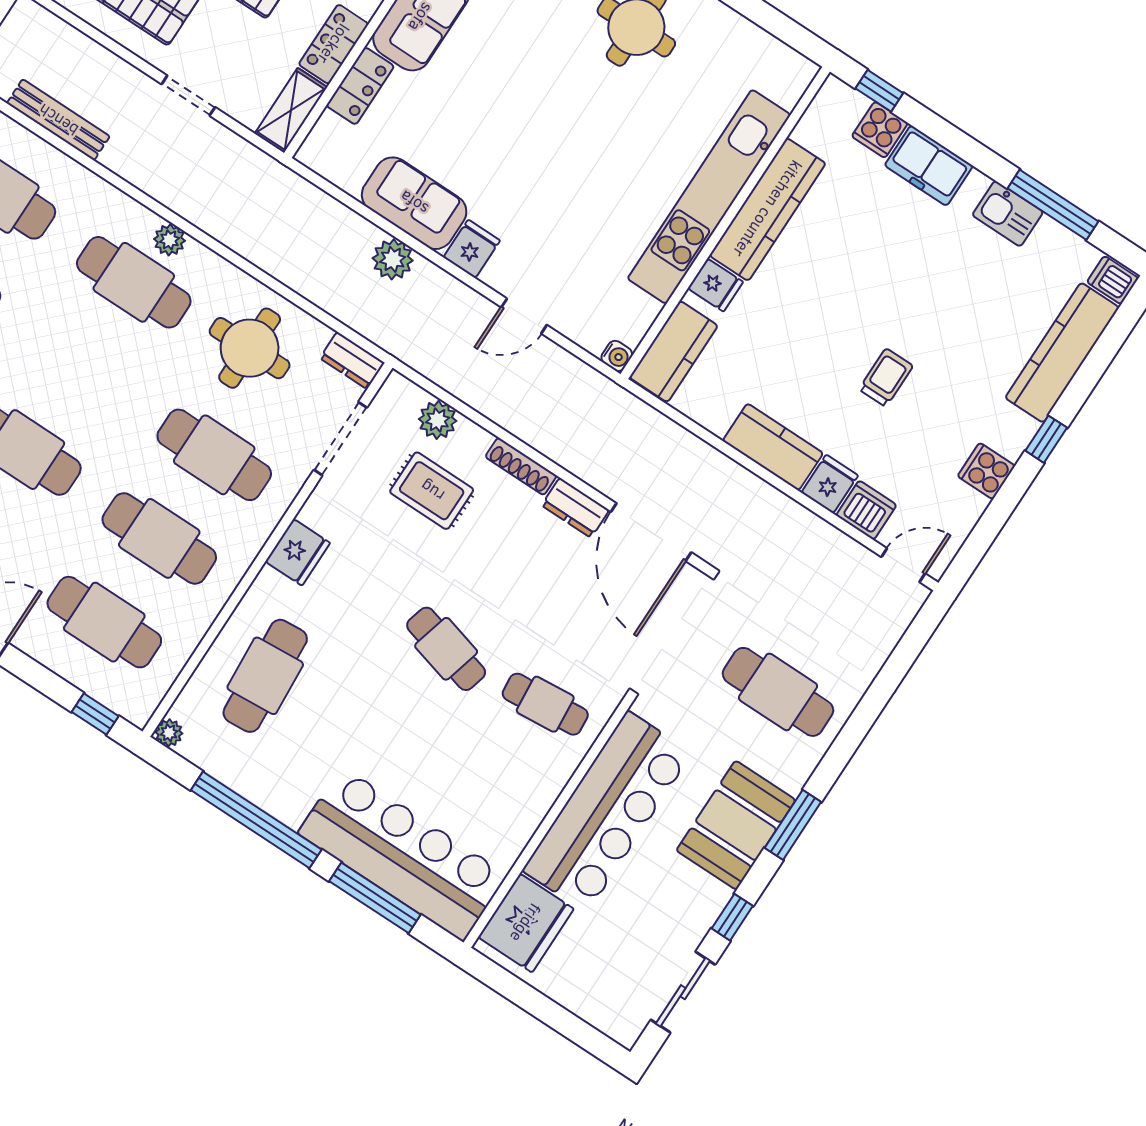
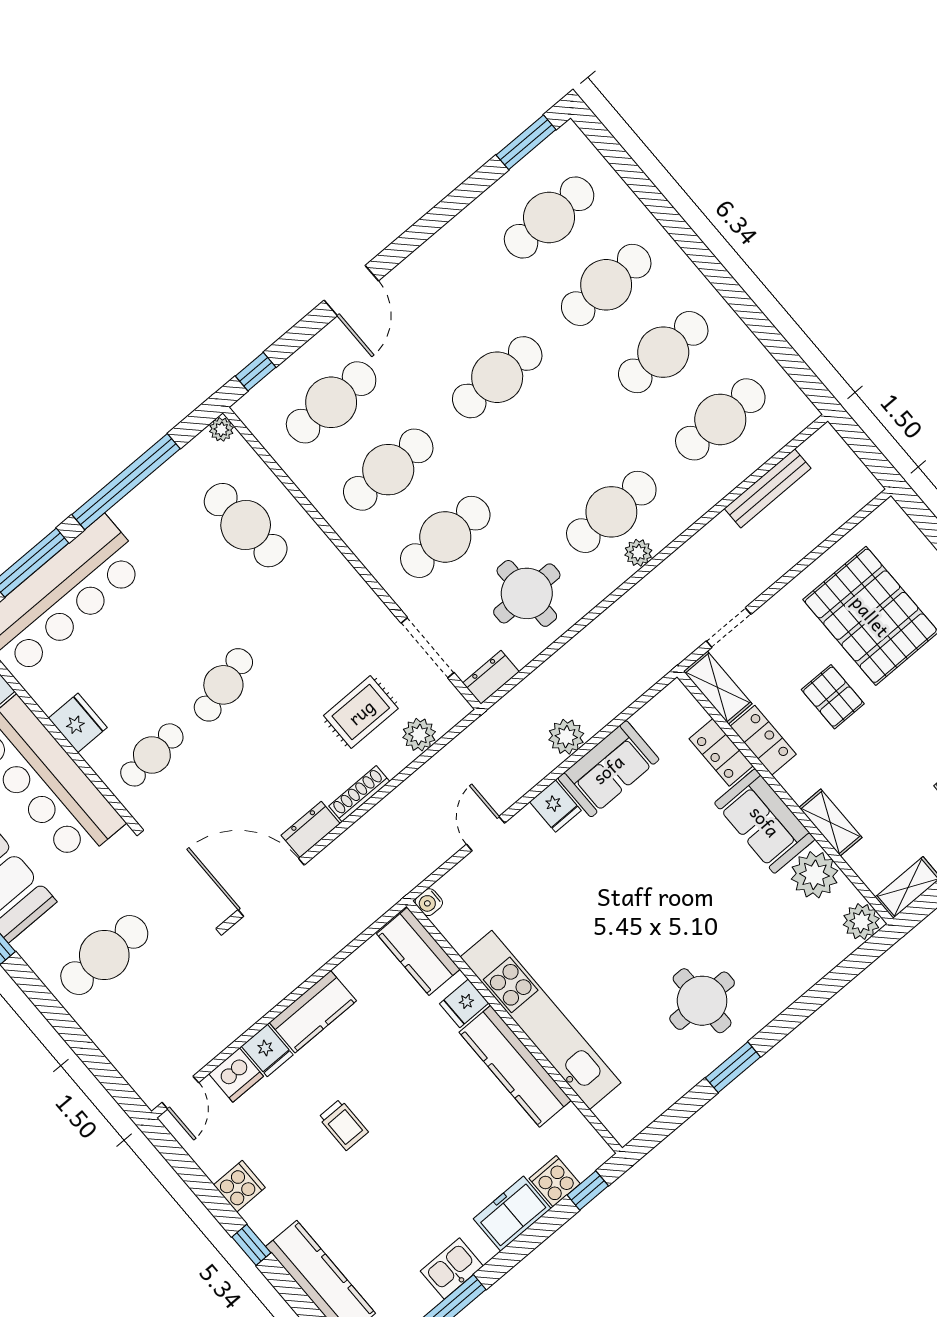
doorway: (188, 96) -> (729, 628), moved
fridge: (298, 552) -> (78, 723), moved, turned 180
cafe table: (446, 649) -> (223, 685), turned -31

